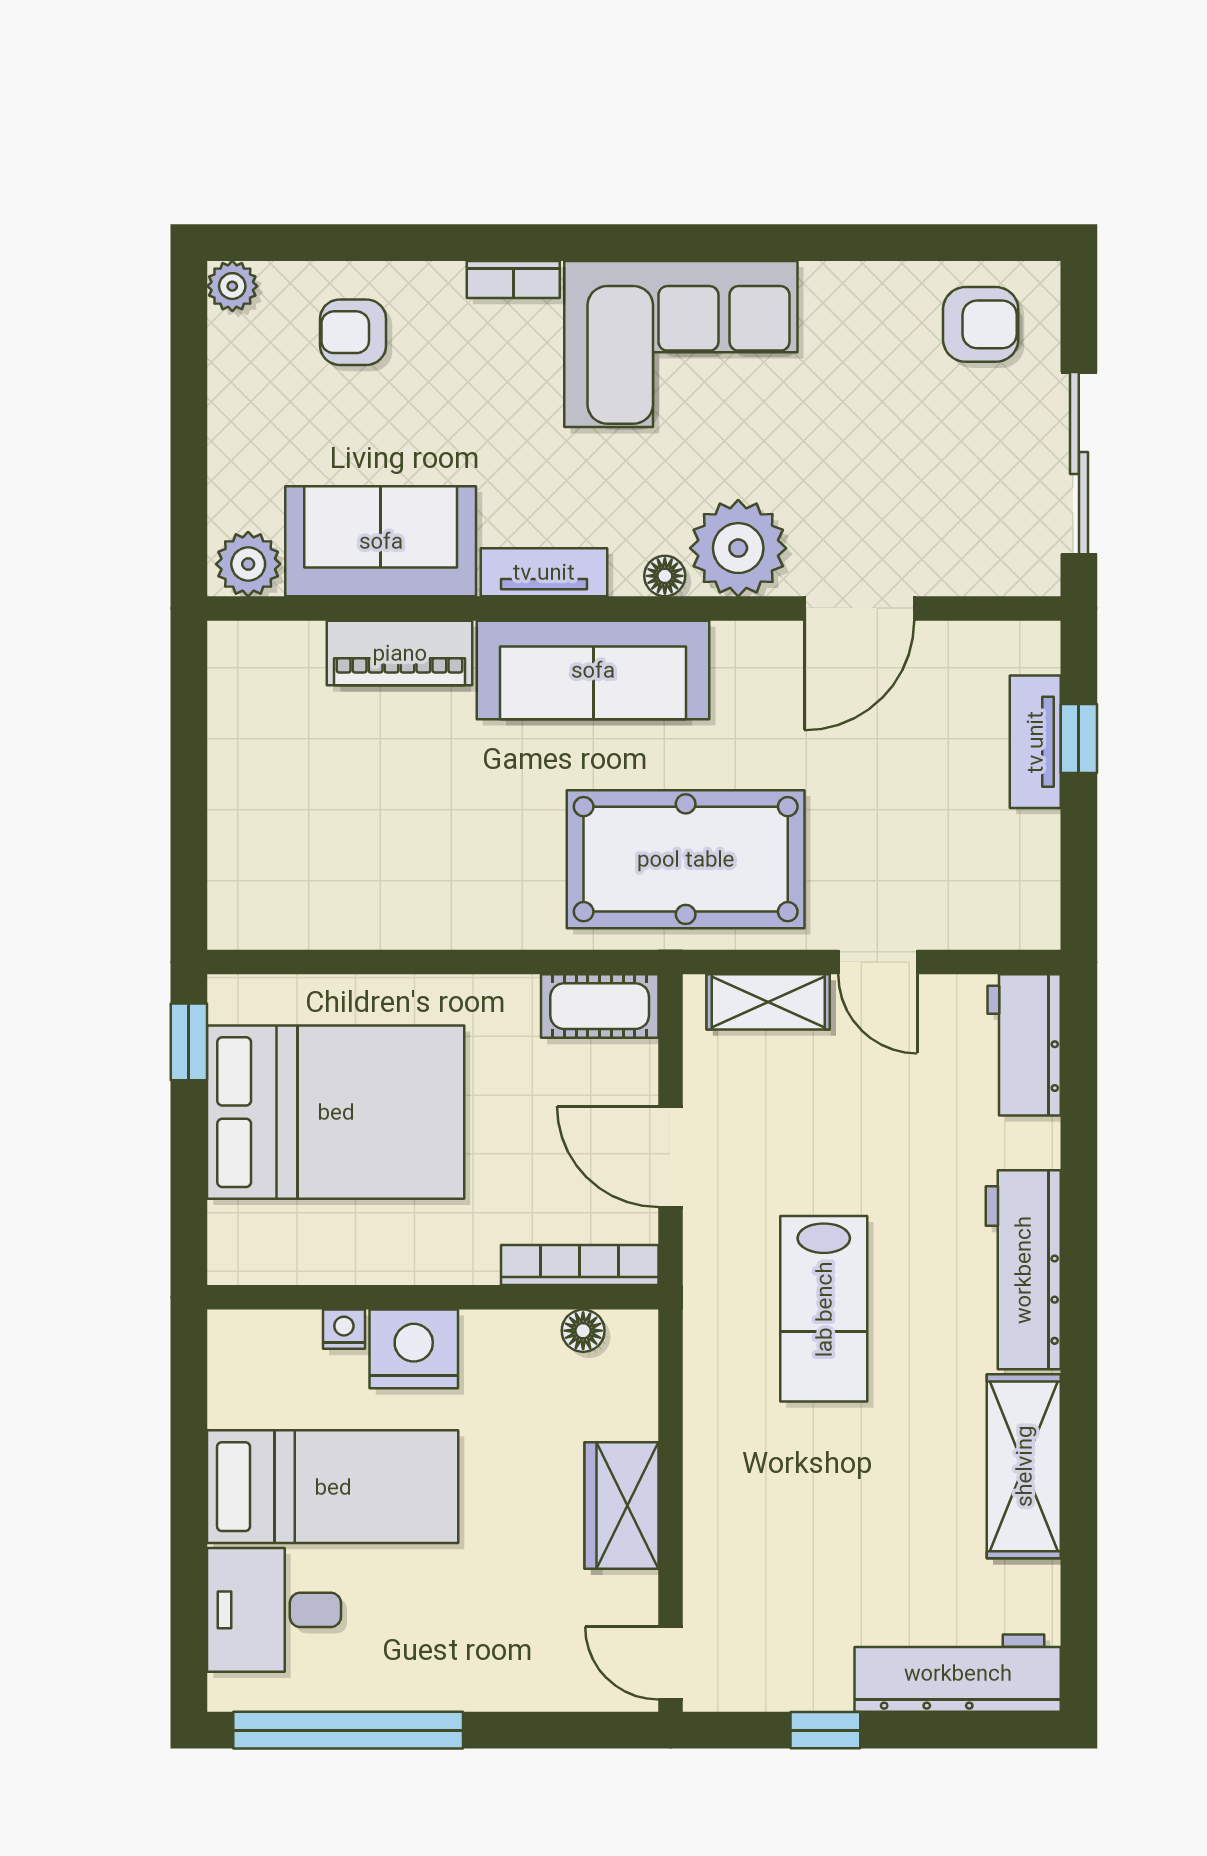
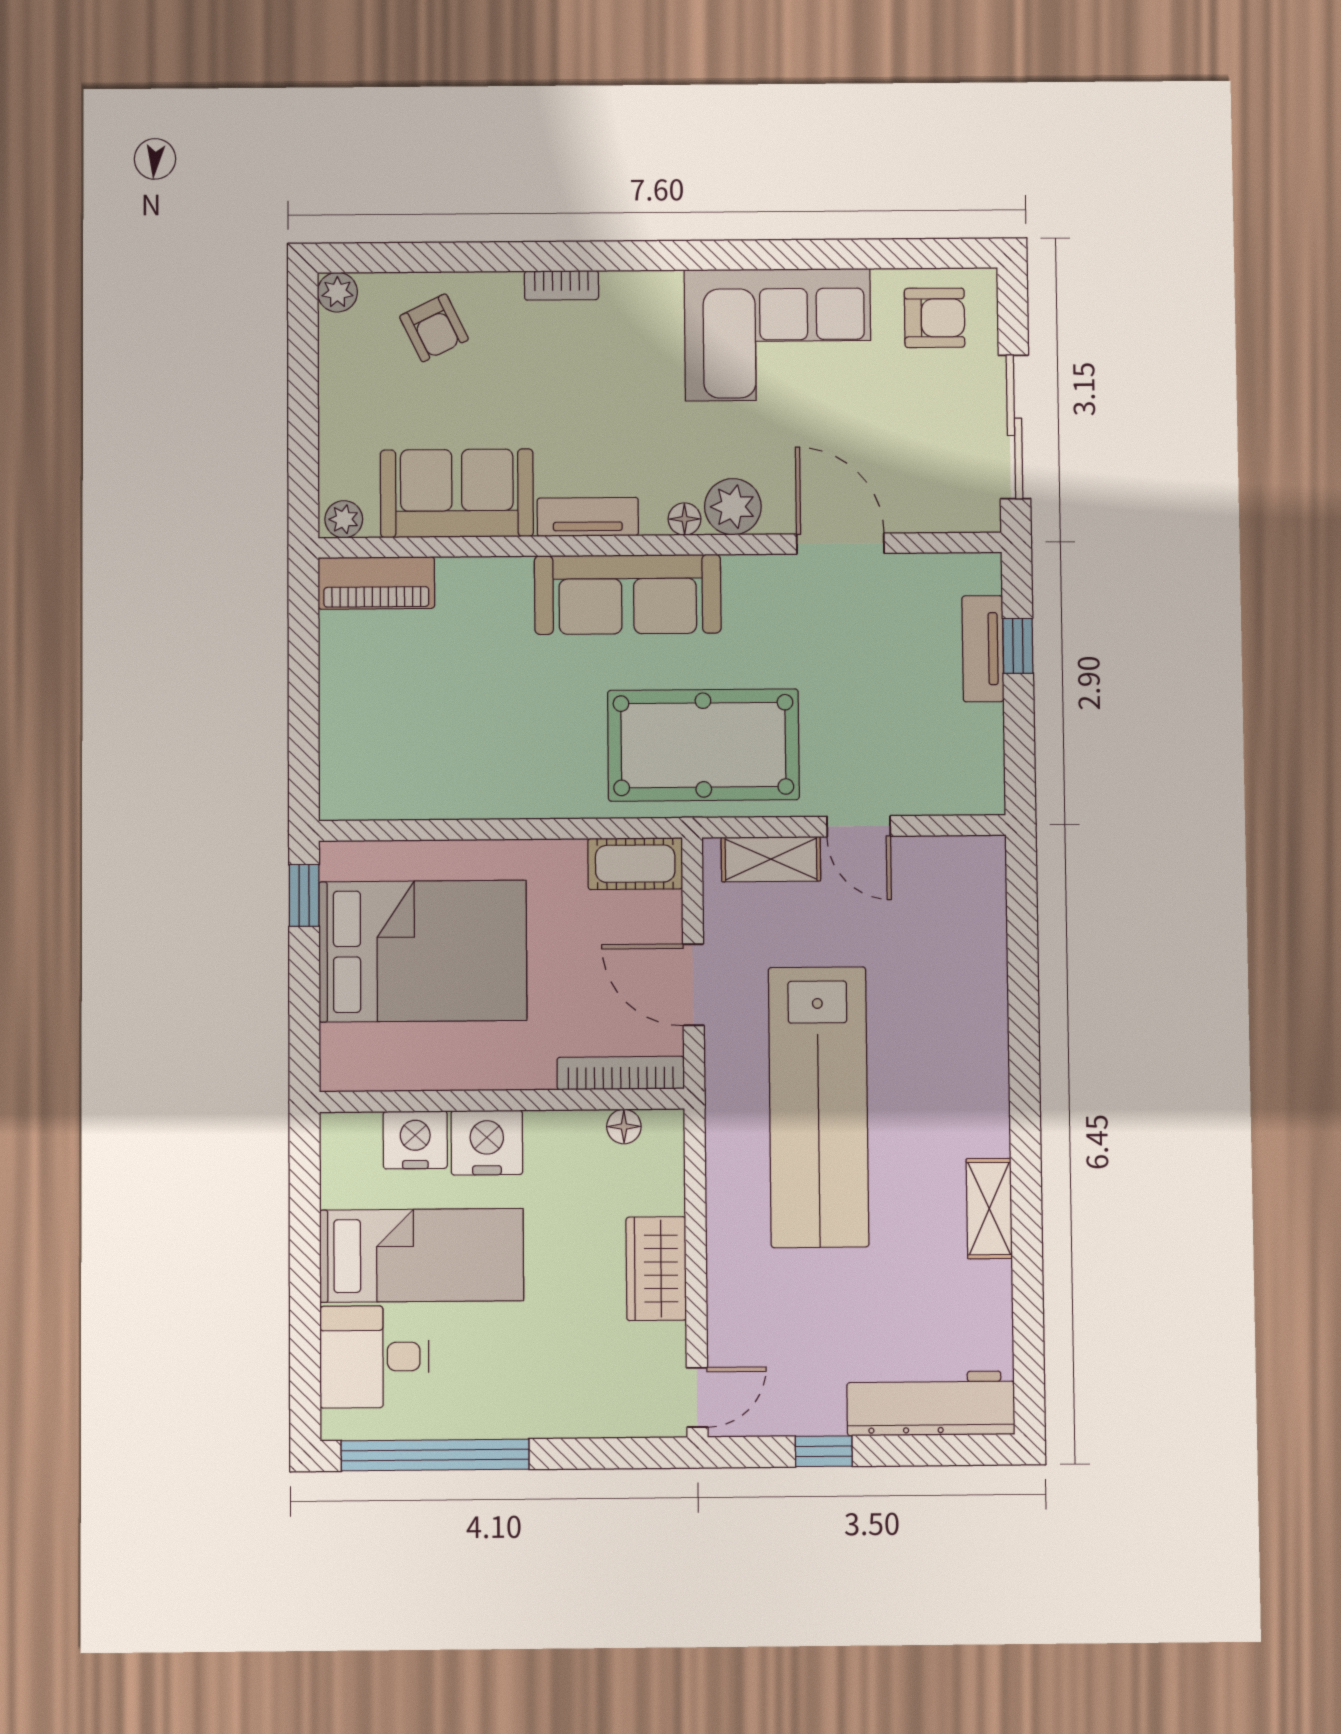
armchair: (353, 332) -> (434, 328), turned -116
corner sofa: (681, 344) -> (778, 335), moved
plant: (738, 548) -> (733, 507), width x0.73, depth x0.73
plant: (248, 564) -> (344, 519), width x0.73, depth x0.73
door: (859, 608) -> (840, 544), swing flipped
piano: (400, 653) -> (376, 583), moved
workbench: (1024, 1045) -> (977, 892), removed
workbench: (1023, 1270) -> (979, 1074), removed
lab bench: (824, 1309) -> (819, 1107), width x1.86, depth x1.39
nightstand: (344, 1329) -> (415, 1140), width x1.89, depth x1.79
shelving: (1024, 1466) -> (989, 1209), width x0.67, depth x0.75
door: (670, 1663) -> (697, 1397), swing flipped

